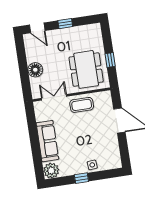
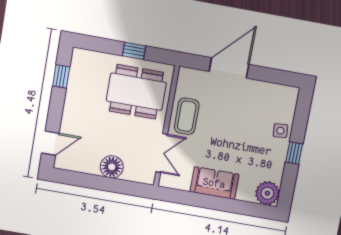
window: (65, 24) -> (61, 76), moved
double door: (54, 97) -> (162, 153), swing flipped
sofa: (47, 141) -> (214, 183), width x0.73

